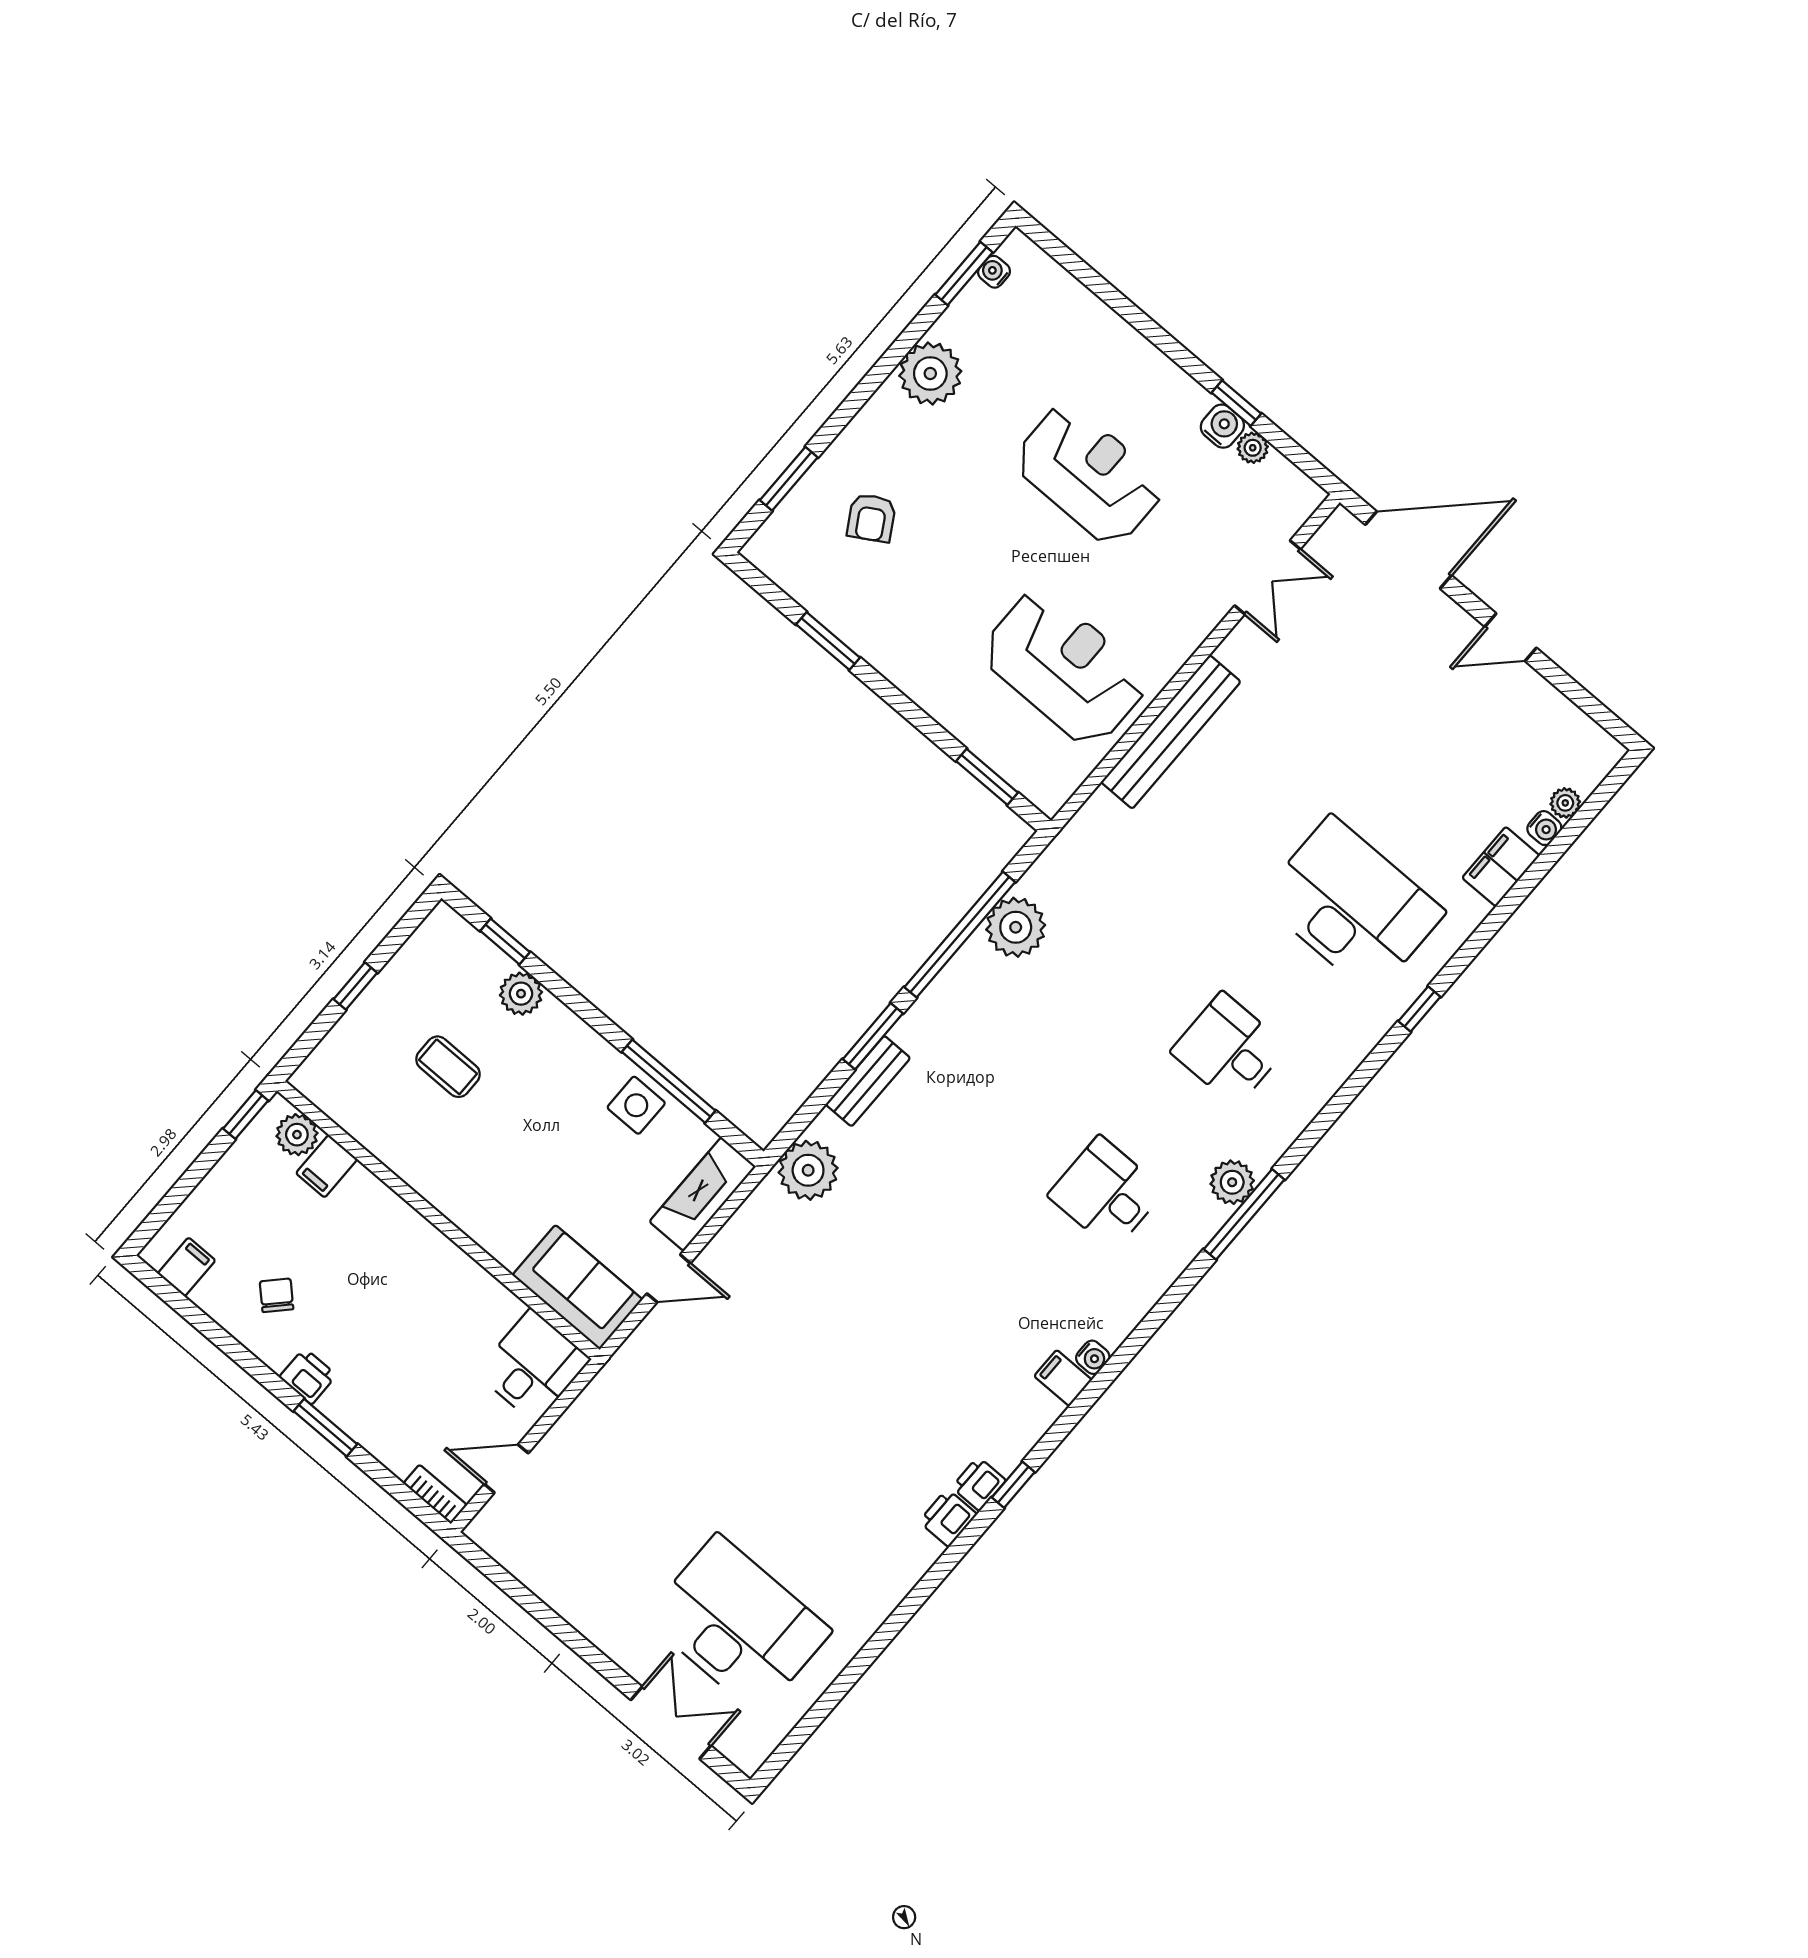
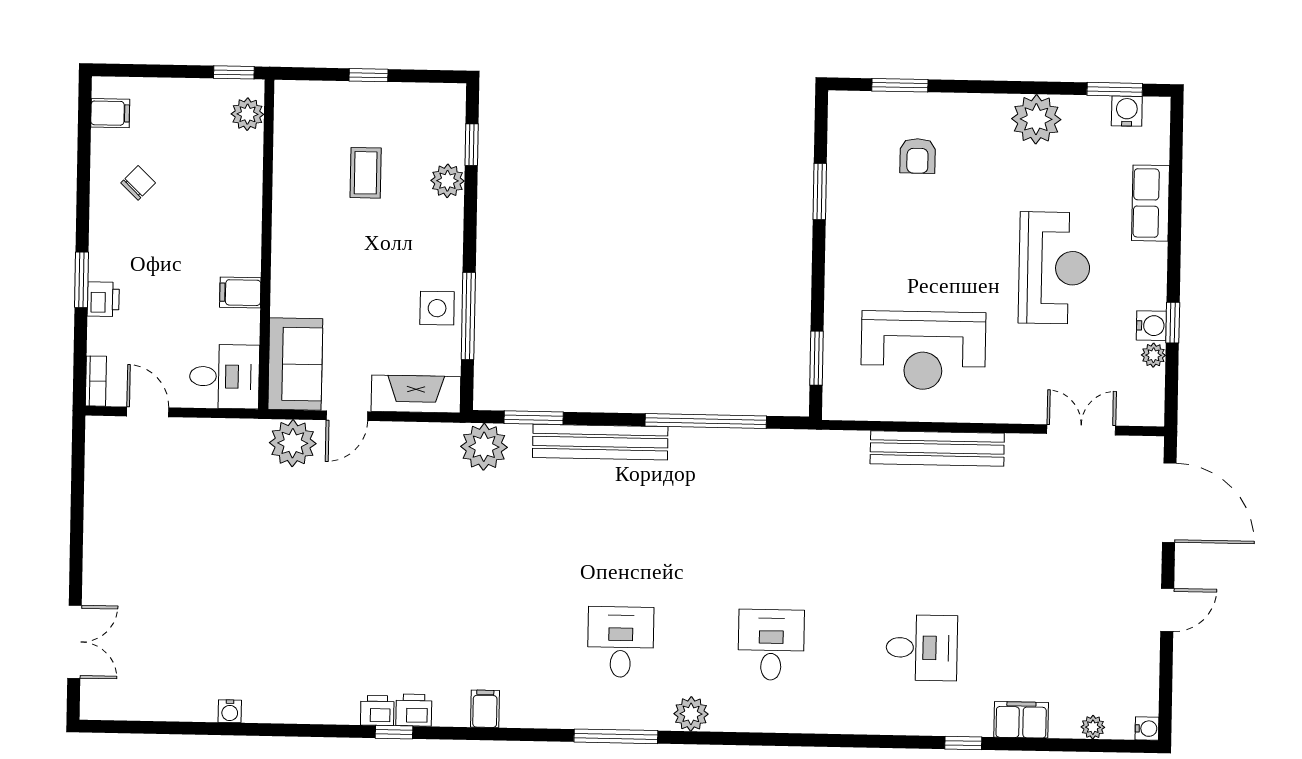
water cooler: (994, 272) -> (1127, 111), width x1.38, depth x1.38
row of seats: (1103, 329) -> (1150, 203), added
armchair: (871, 518) -> (918, 156), turned -59
double door: (1267, 577) -> (1081, 430), swing flipped
door: (1511, 637) -> (1167, 610), swing flipped
reception desk: (1065, 667) -> (923, 350), turned 90
water cooler: (1544, 828) -> (1147, 729), moved, turned -90
desk: (1352, 906) -> (922, 648), width x0.53, depth x0.77
plant: (1016, 927) -> (293, 443), moved
window: (1419, 1009) -> (963, 743), moved
window: (873, 1036) -> (534, 418), moved
bench: (868, 1081) -> (600, 442), width x1.86, depth x1.21
filing cabinet: (327, 1166) -> (240, 293), moved
window: (1244, 1214) -> (616, 736), moved
door: (669, 1278) -> (347, 416), hinge flipped
water cooler: (1093, 1357) -> (230, 711), moved
printer: (308, 1376) -> (103, 299), moved
printer: (948, 1518) -> (414, 710), moved
desk: (738, 1624) -> (169, 633), removed

